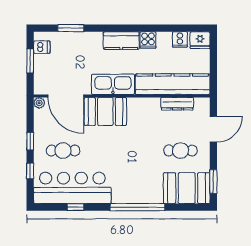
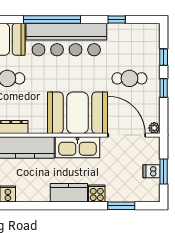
cooker: (148, 40) -> (97, 193), moved
dishwasher: (42, 47) -> (152, 171), moved
booth: (105, 111) -> (78, 113), width x1.36, depth x1.42
bar counter: (72, 188) -> (66, 40), moved

